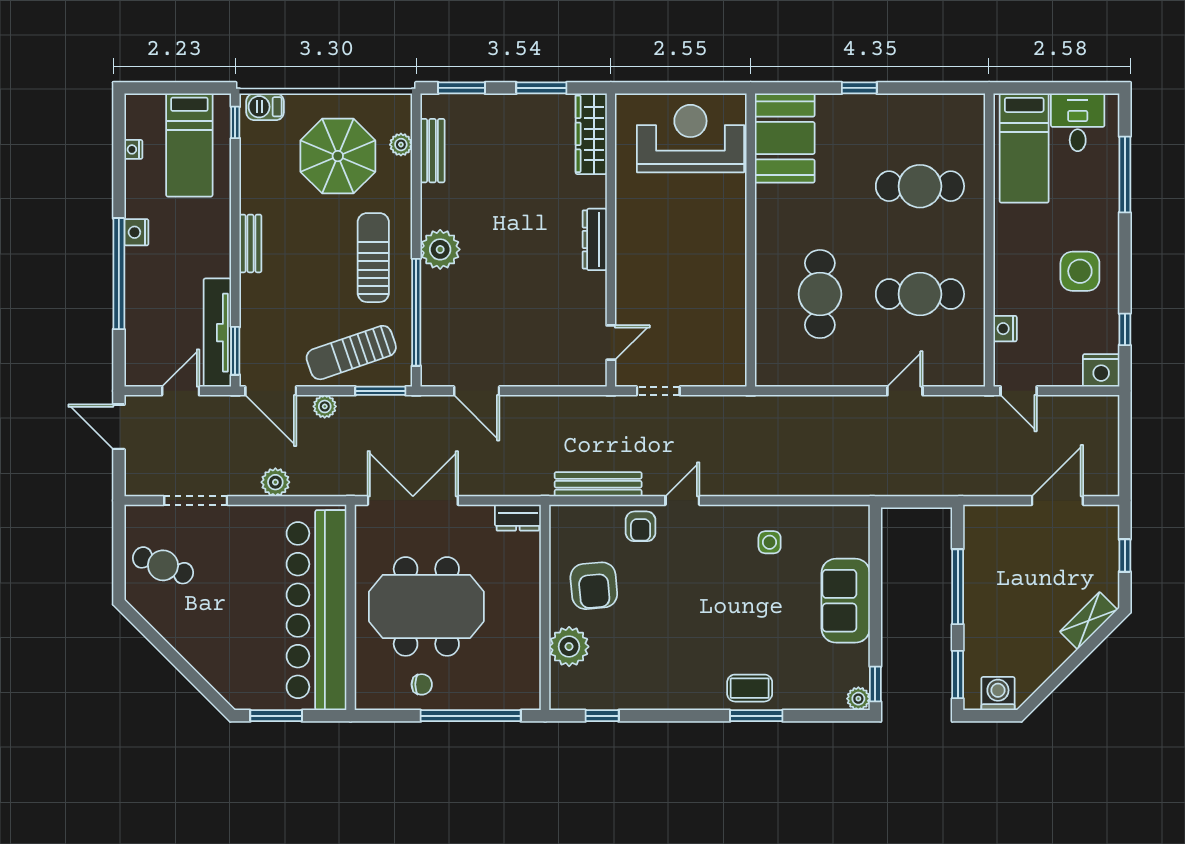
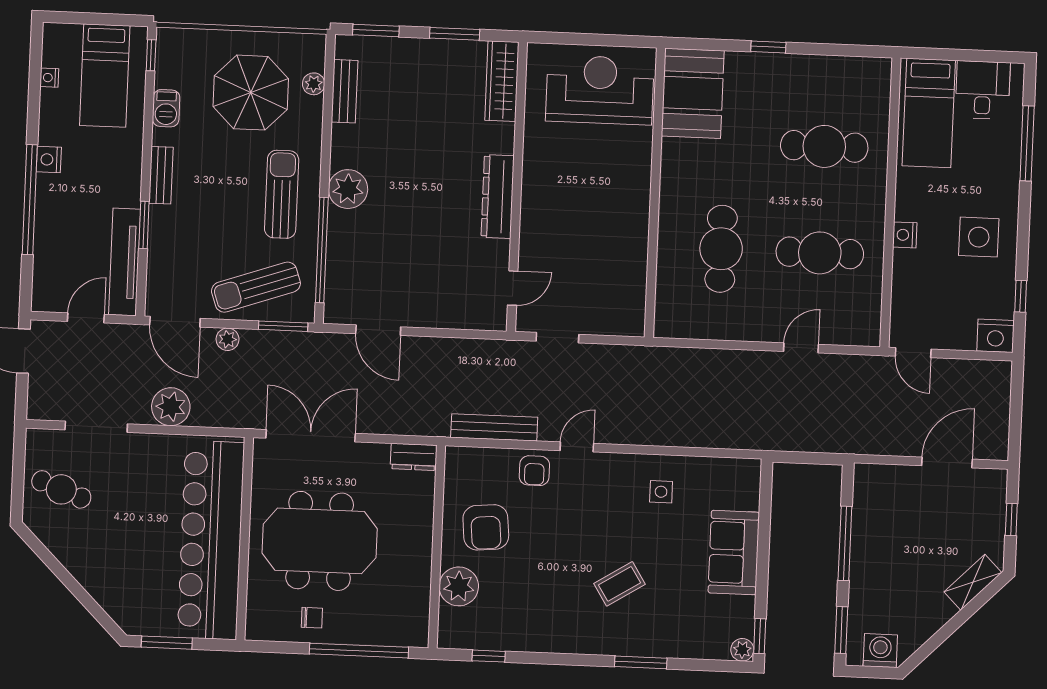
barbecue: (265, 107) -> (166, 108), moved, turned -90
dresser: (595, 239) -> (498, 197), width x1.37, depth x1.24
nightstand: (1005, 329) -> (905, 235), moved
window: (235, 351) -> (144, 225), moved
plant: (275, 482) -> (171, 407), width x1.36, depth x1.36
coffee table: (750, 688) -> (619, 584), moved, turned -32

